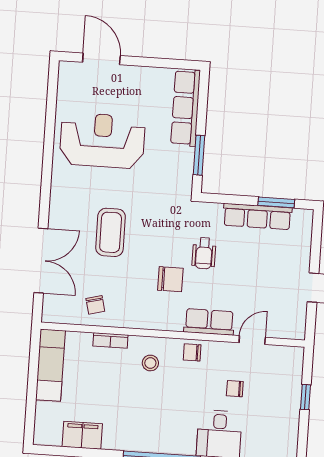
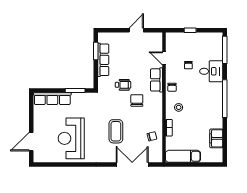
coffee table: (111, 232) -> (116, 131), turned 90

